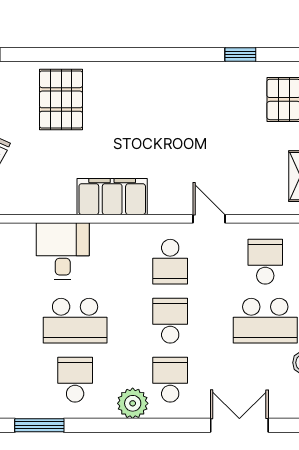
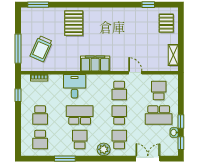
school desk: (75, 321) -> (80, 115), turned 180

